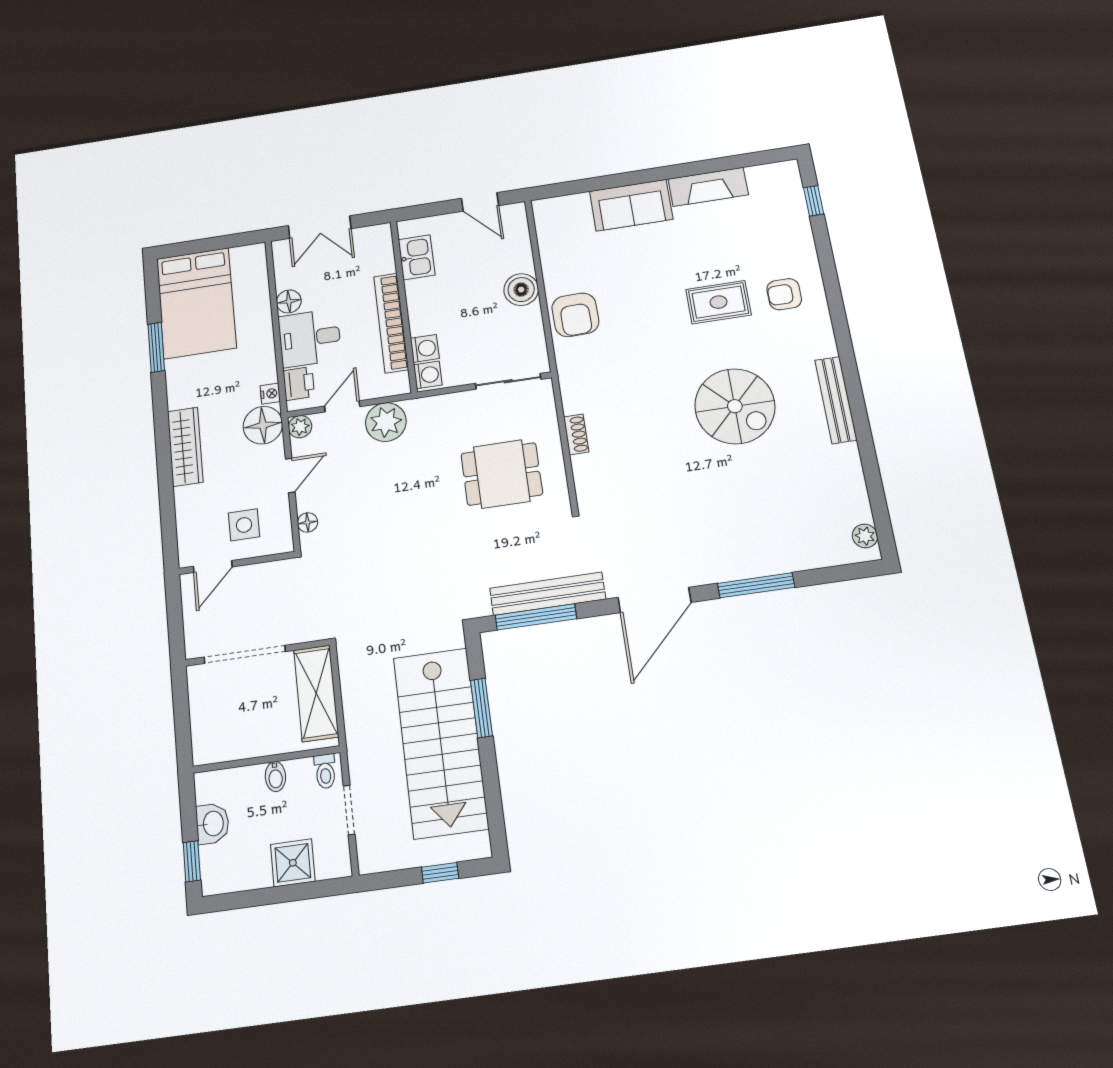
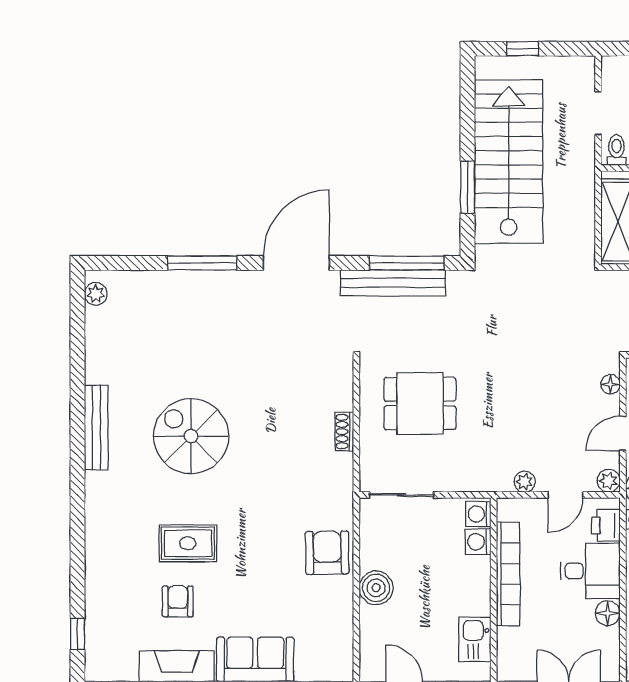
armchair: (784, 294) -> (178, 601), moved, turned -90
plant: (386, 422) -> (525, 482), width x0.53, depth x0.53

